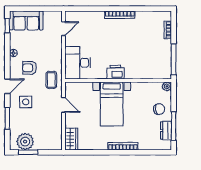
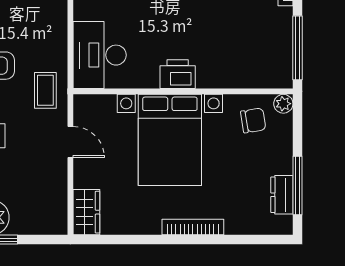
bed with nightstands: (112, 104) -> (170, 140), width x1.36
chair: (159, 109) -> (253, 120), moved

